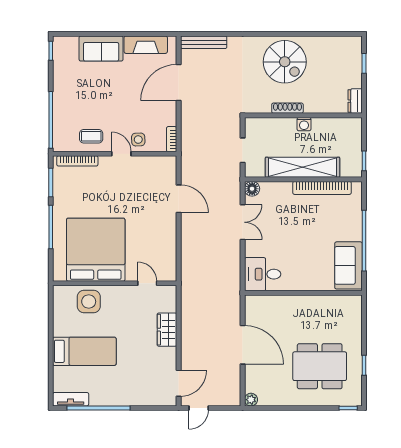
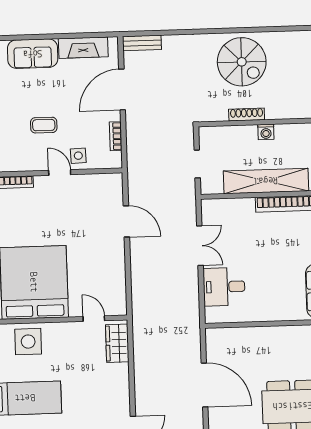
bench: (204, 42) -> (142, 43), width x0.73
coffee table: (91, 136) -> (44, 125), moved
bookcase: (172, 139) -> (116, 136), moved
floor lamp: (252, 189) -> (209, 207), removed
desk: (263, 274) -> (224, 287), moved
wardrobe: (167, 330) -> (117, 343), moved

